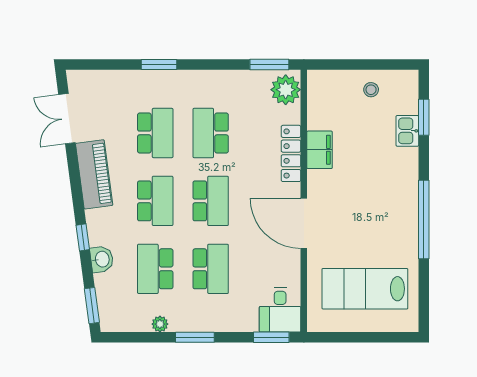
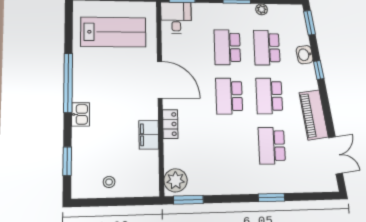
kitchen sink: (407, 131) -> (81, 114), moved
school desk: (211, 133) -> (231, 146), removed
locker: (291, 153) -> (170, 124), width x0.66
school desk: (155, 269) -> (267, 48), turned 180

